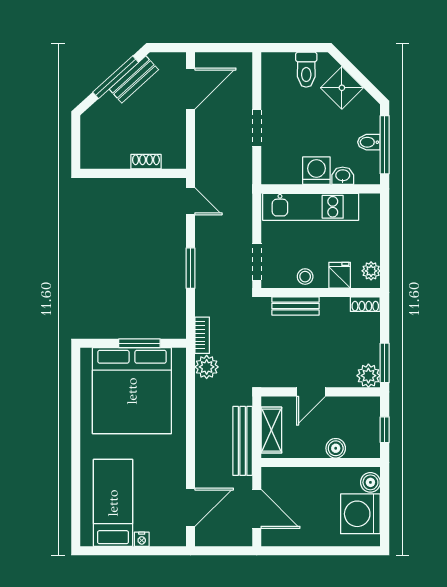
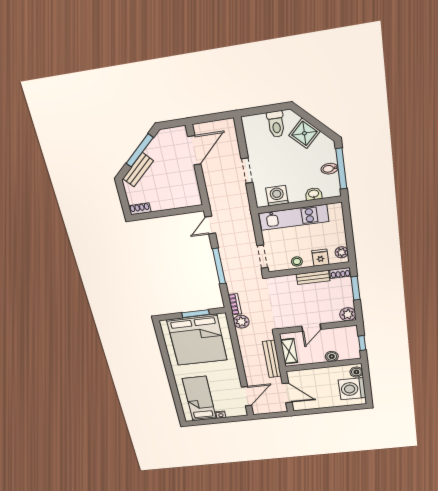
bench: (134, 79) -> (138, 170), moved
shoe rack: (146, 162) -> (140, 209), moved
washing machine: (316, 171) -> (277, 196), moved
door: (190, 201) -> (210, 225), swing flipped
window: (190, 268) -> (219, 266), width x1.44
bench: (296, 306) -> (313, 277), moved
window: (385, 363) -> (356, 288), moved

